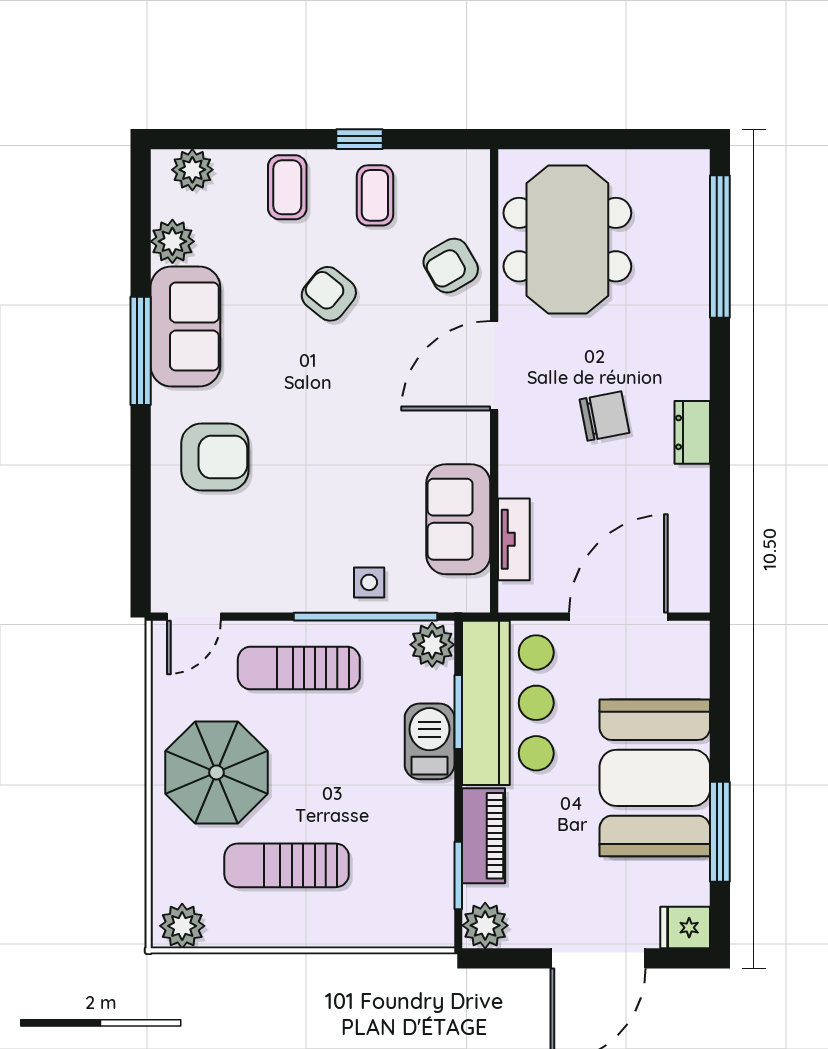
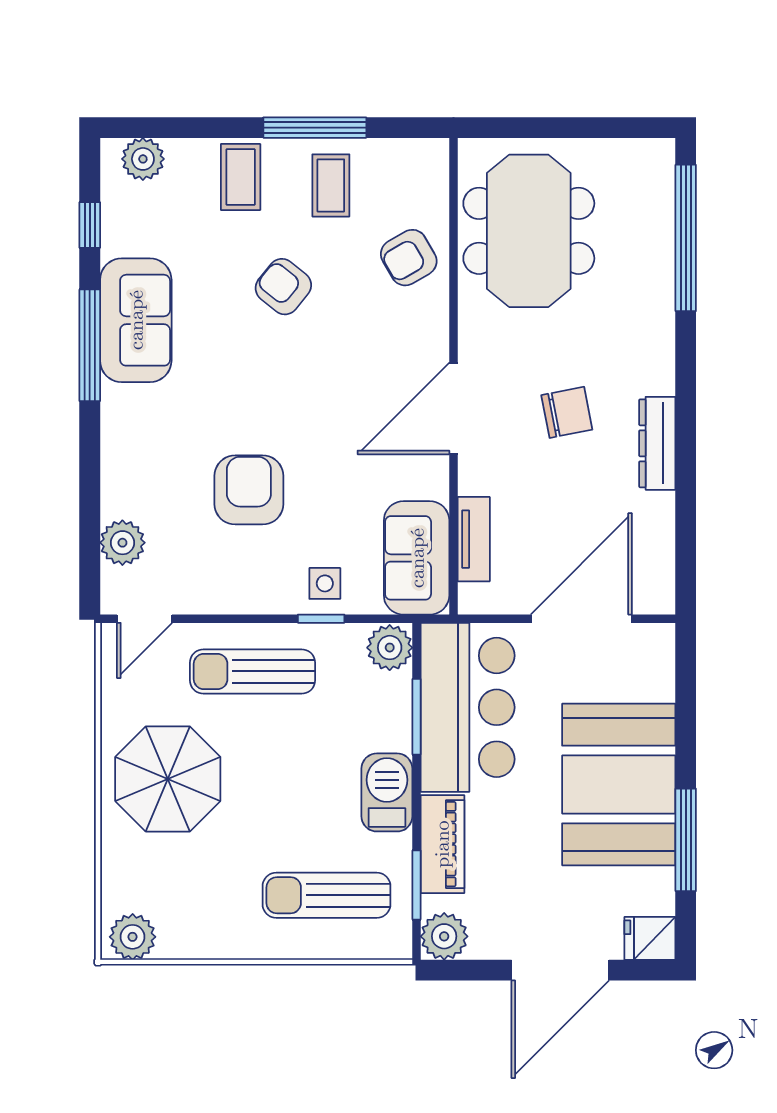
window: (359, 139) -> (315, 128), width x2.17
window: (141, 234) -> (90, 225), added
plant: (172, 241) -> (122, 543), moved
door: (494, 366) -> (453, 408), moved
dresser: (692, 432) -> (657, 443), width x1.44
armchair: (215, 457) -> (249, 490), moved, turned -90
sofa: (458, 519) -> (417, 558), moved
window: (366, 617) -> (321, 619), width x0.32
barbecue: (430, 741) -> (387, 792), moved
sun lounger: (287, 865) -> (327, 895), moved

